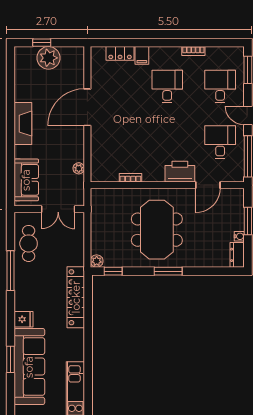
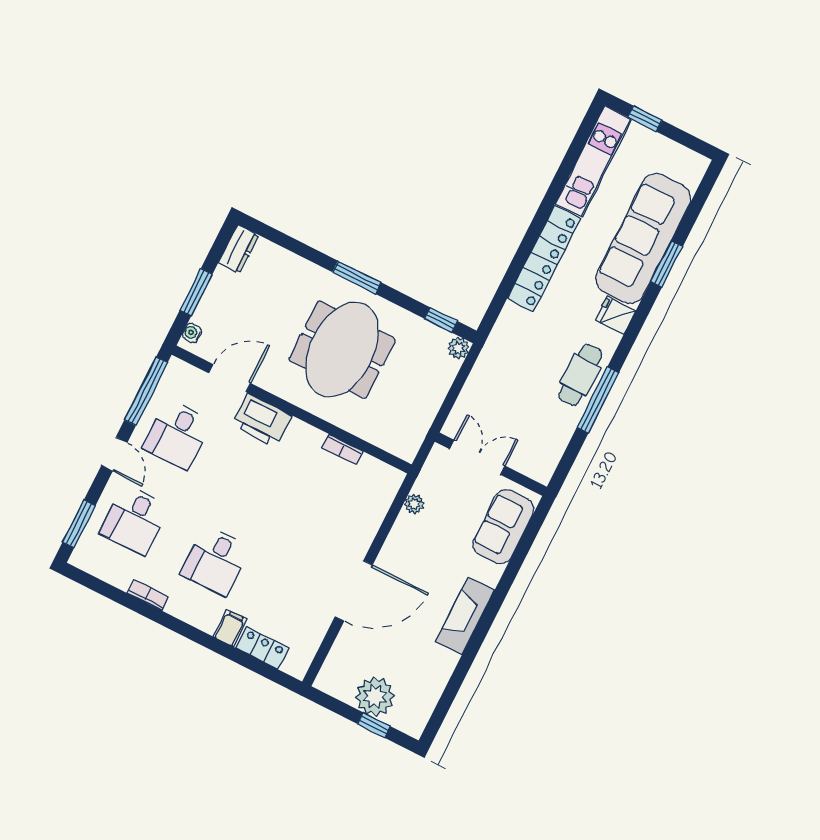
water cooler: (239, 236) -> (192, 333), moved
cafe table: (29, 243) -> (580, 375), moved
locker: (76, 297) -> (544, 259), moved

